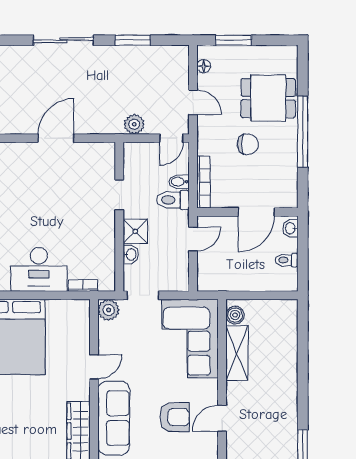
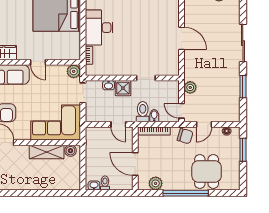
chair: (248, 144) -> (185, 136), moved, turned -74
plant: (287, 179) -> (156, 183), added
washbasin: (290, 228) -> (94, 185), moved

